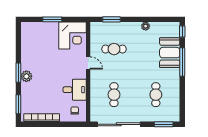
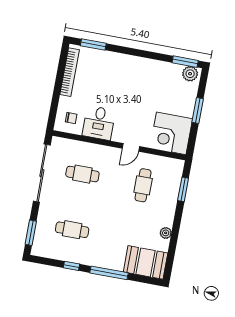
window: (182, 31) -> (71, 266), moved
booth: (170, 53) -> (146, 262), moved
window: (18, 73) -> (185, 62), moved
plant: (26, 76) -> (190, 74), moved

